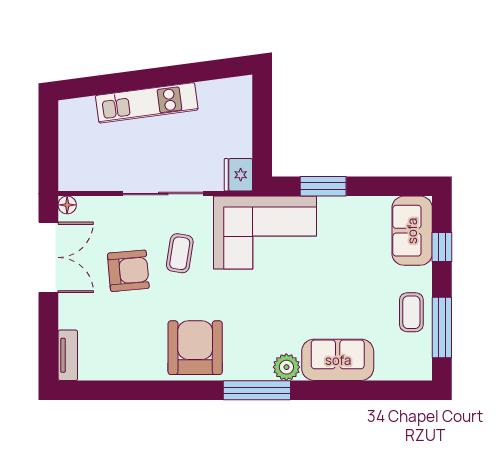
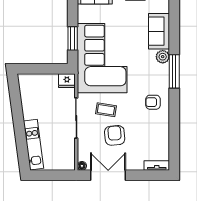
kitchen unit: (147, 103) -> (34, 145), moved
corner sofa: (265, 233) -> (102, 58), width x1.36, depth x1.36
armchair: (195, 348) -> (153, 102), width x0.53, depth x0.53

